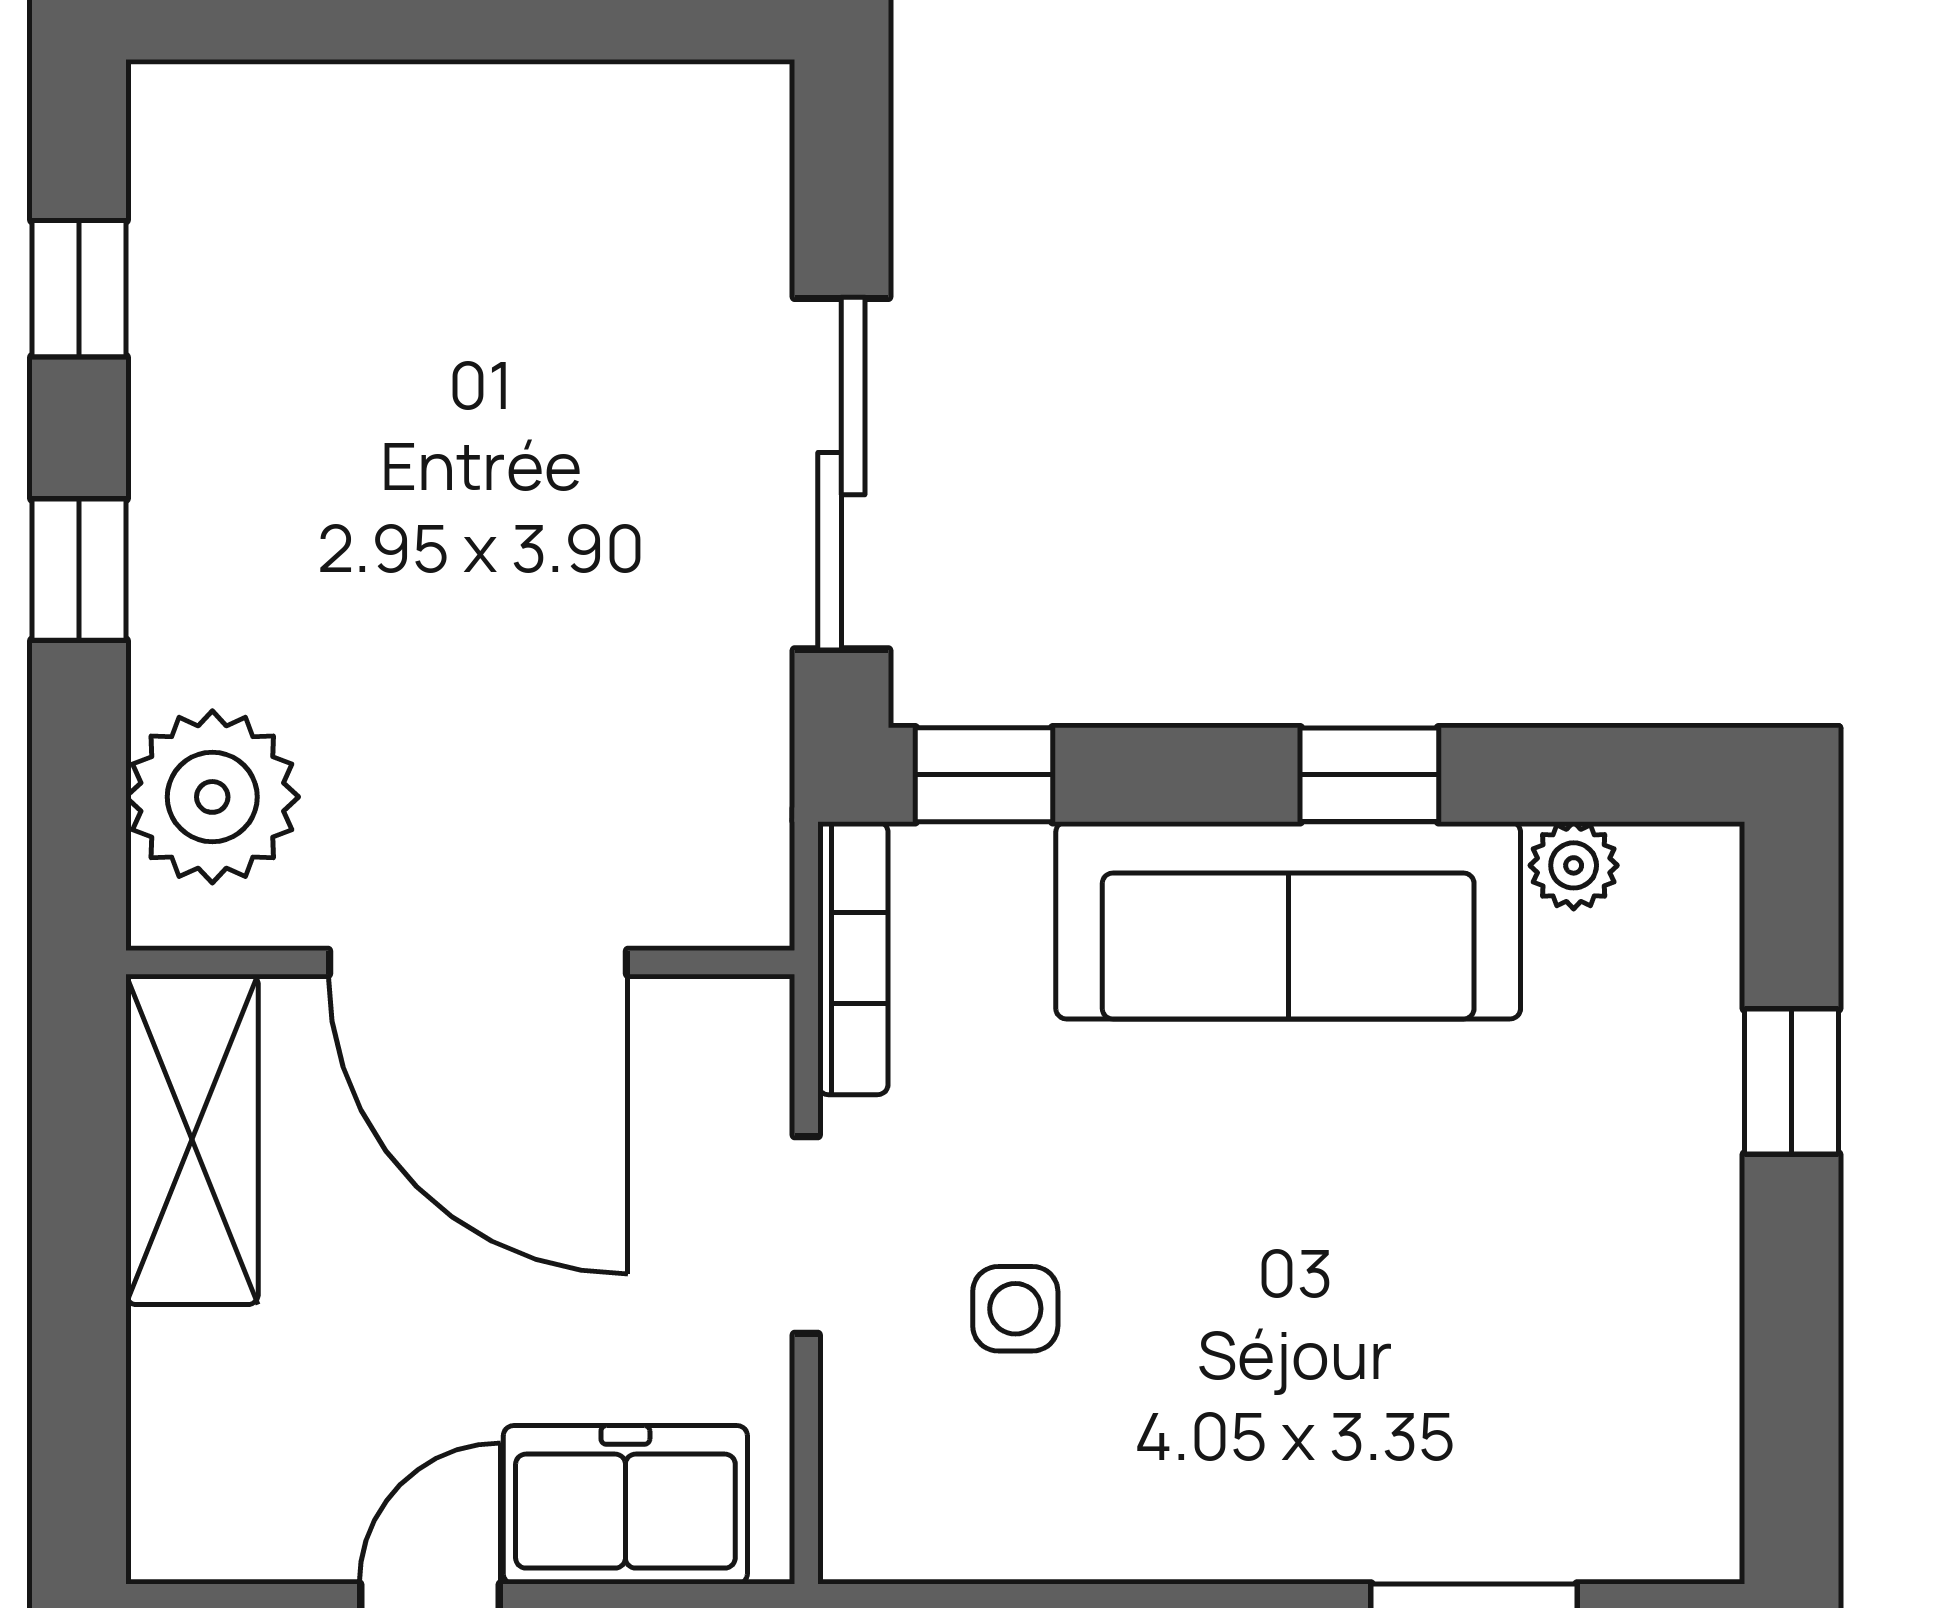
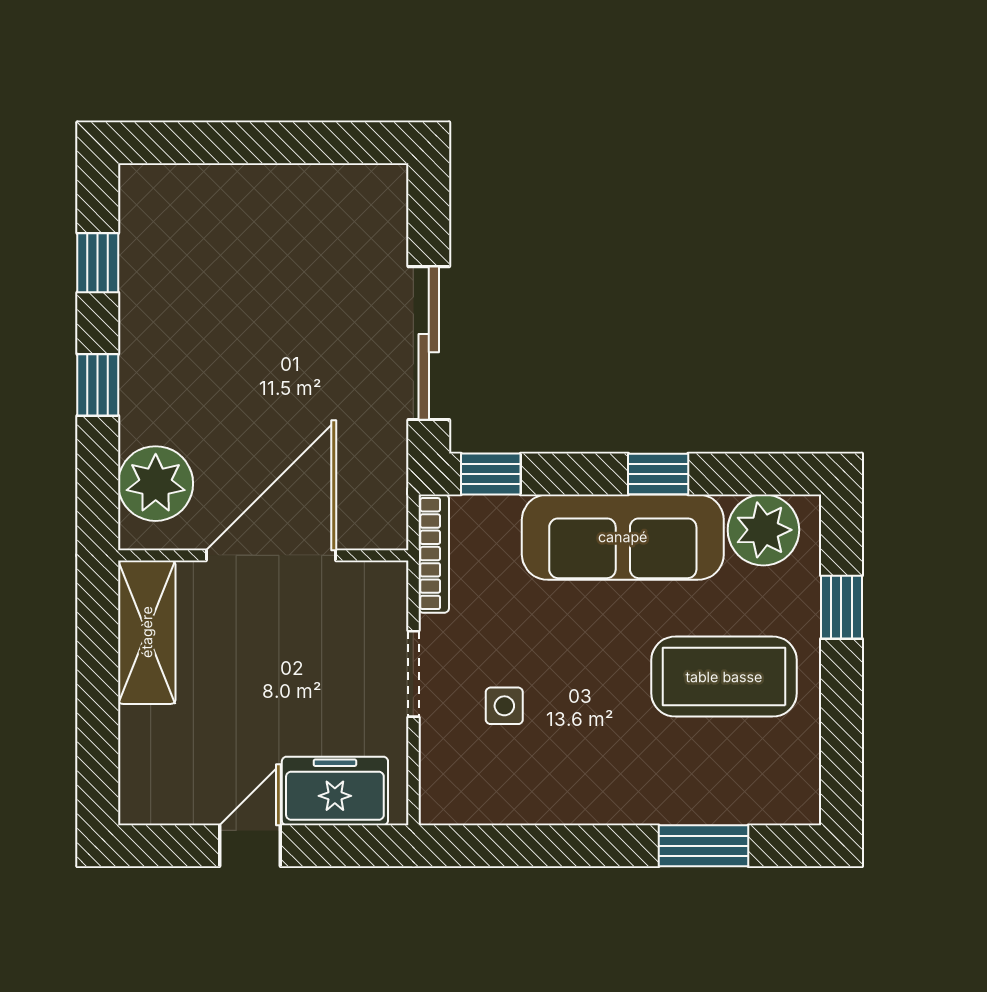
plant: (1574, 865) -> (763, 530), width x1.88, depth x1.88
door: (478, 962) -> (271, 555), swing flipped
coffee table: (1521, 1241) -> (724, 677), added

